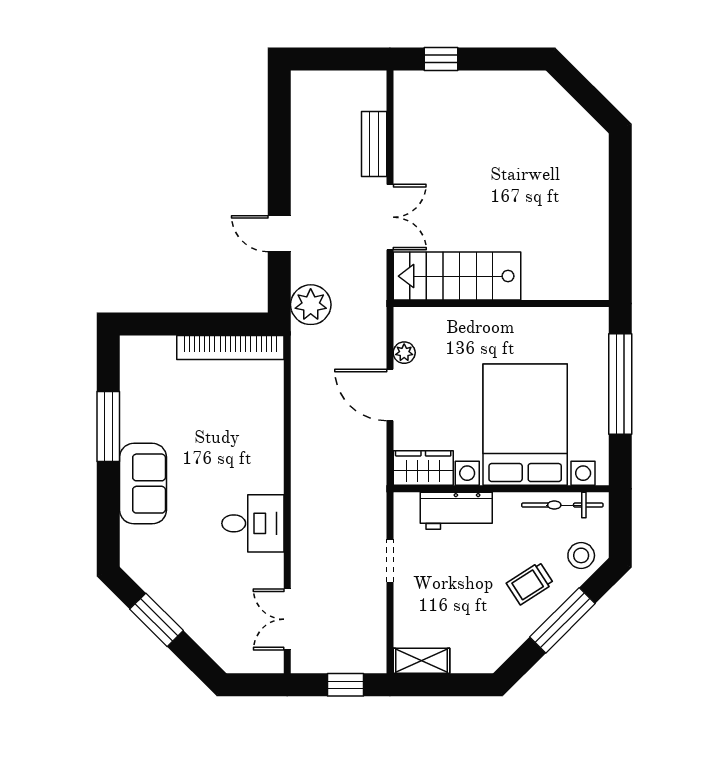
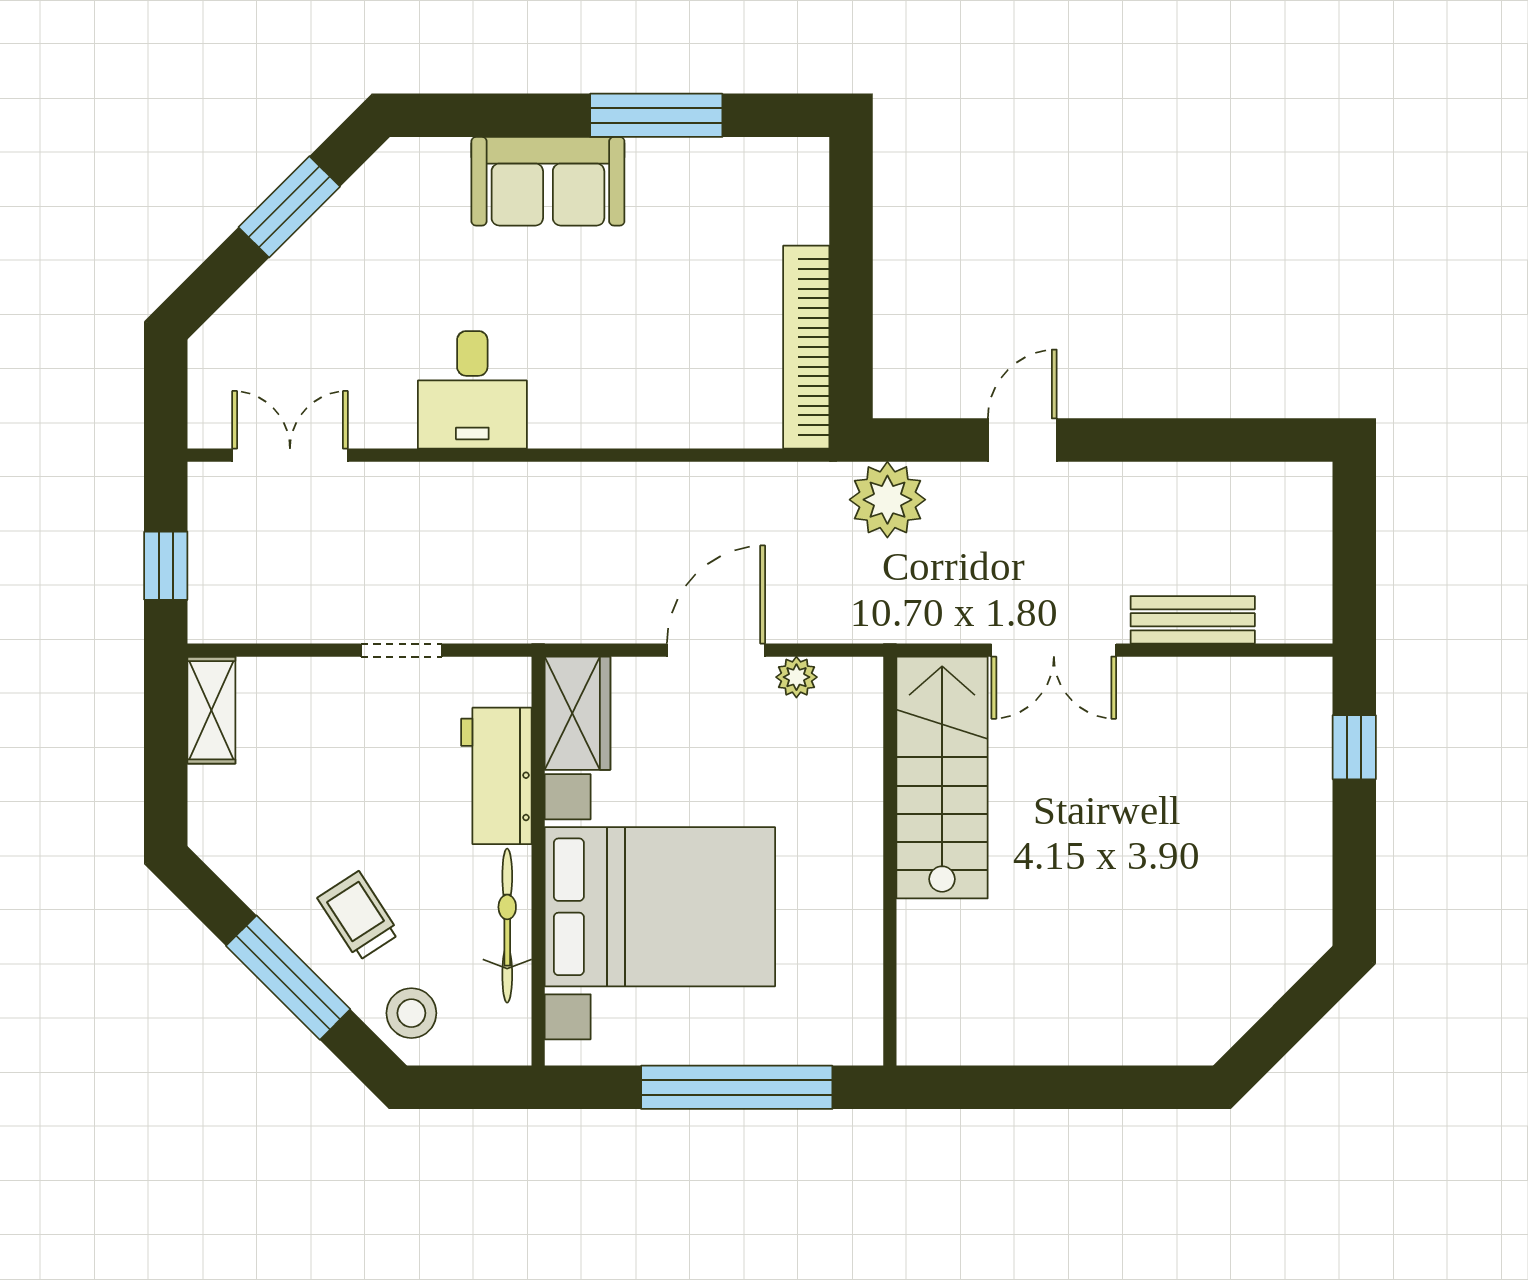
bicycle: (562, 505) -> (507, 926), moved

